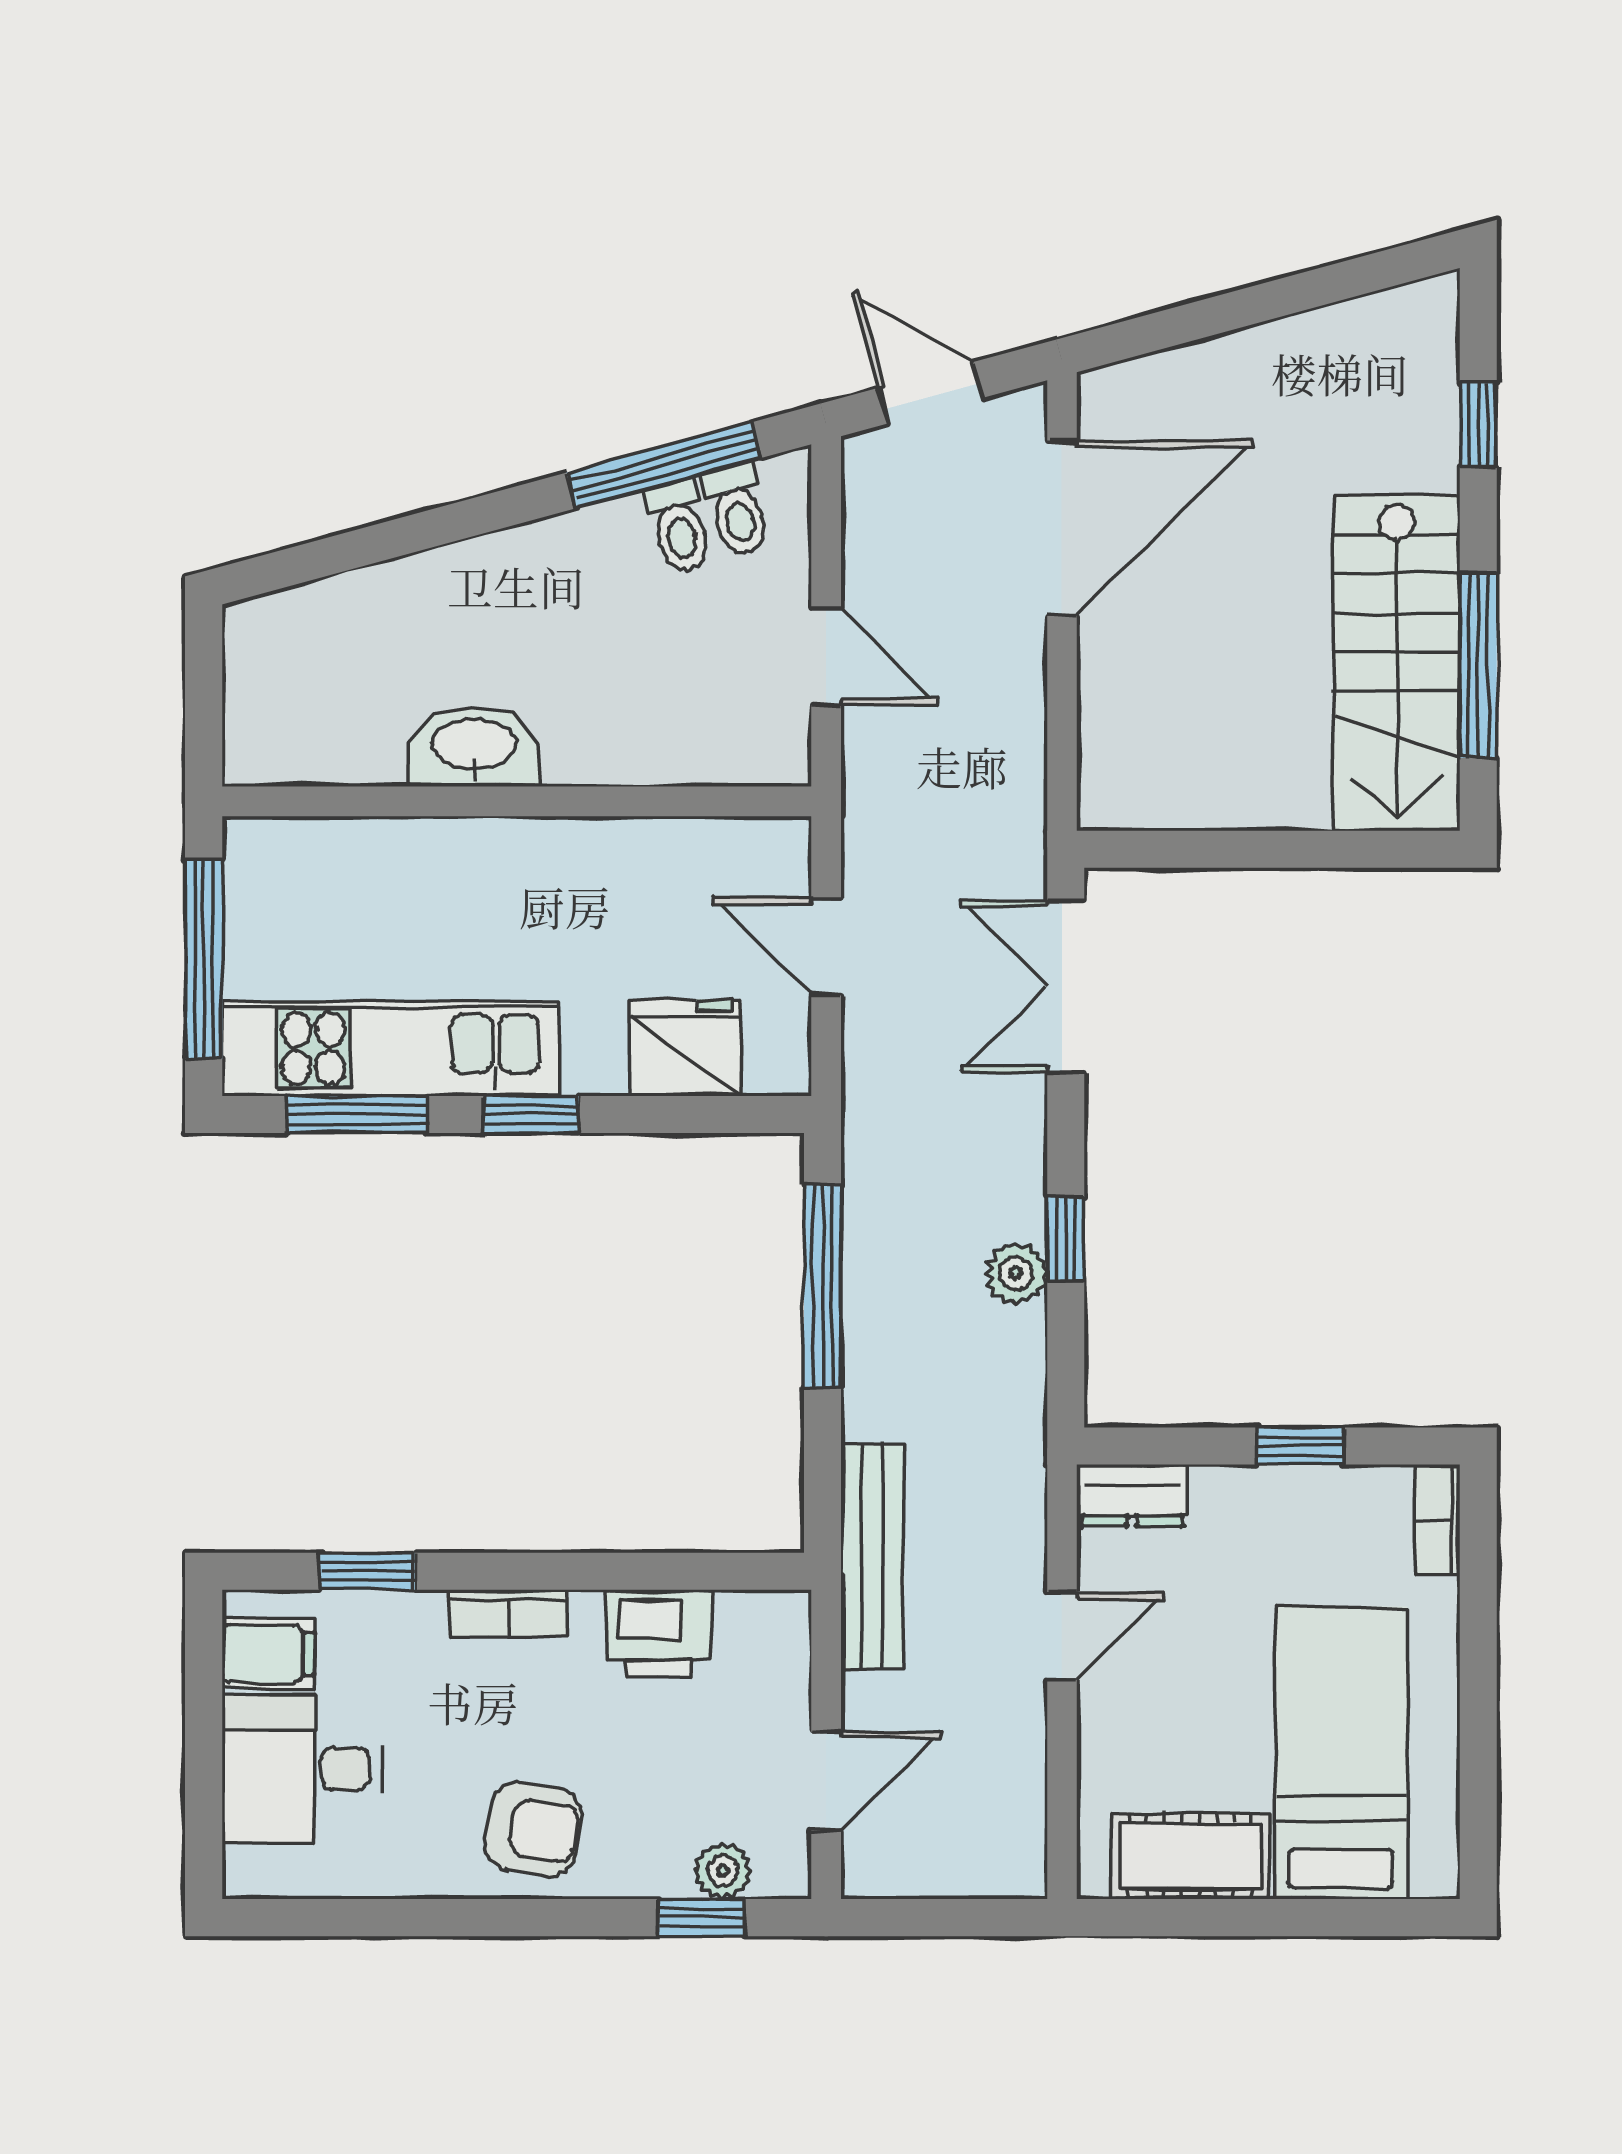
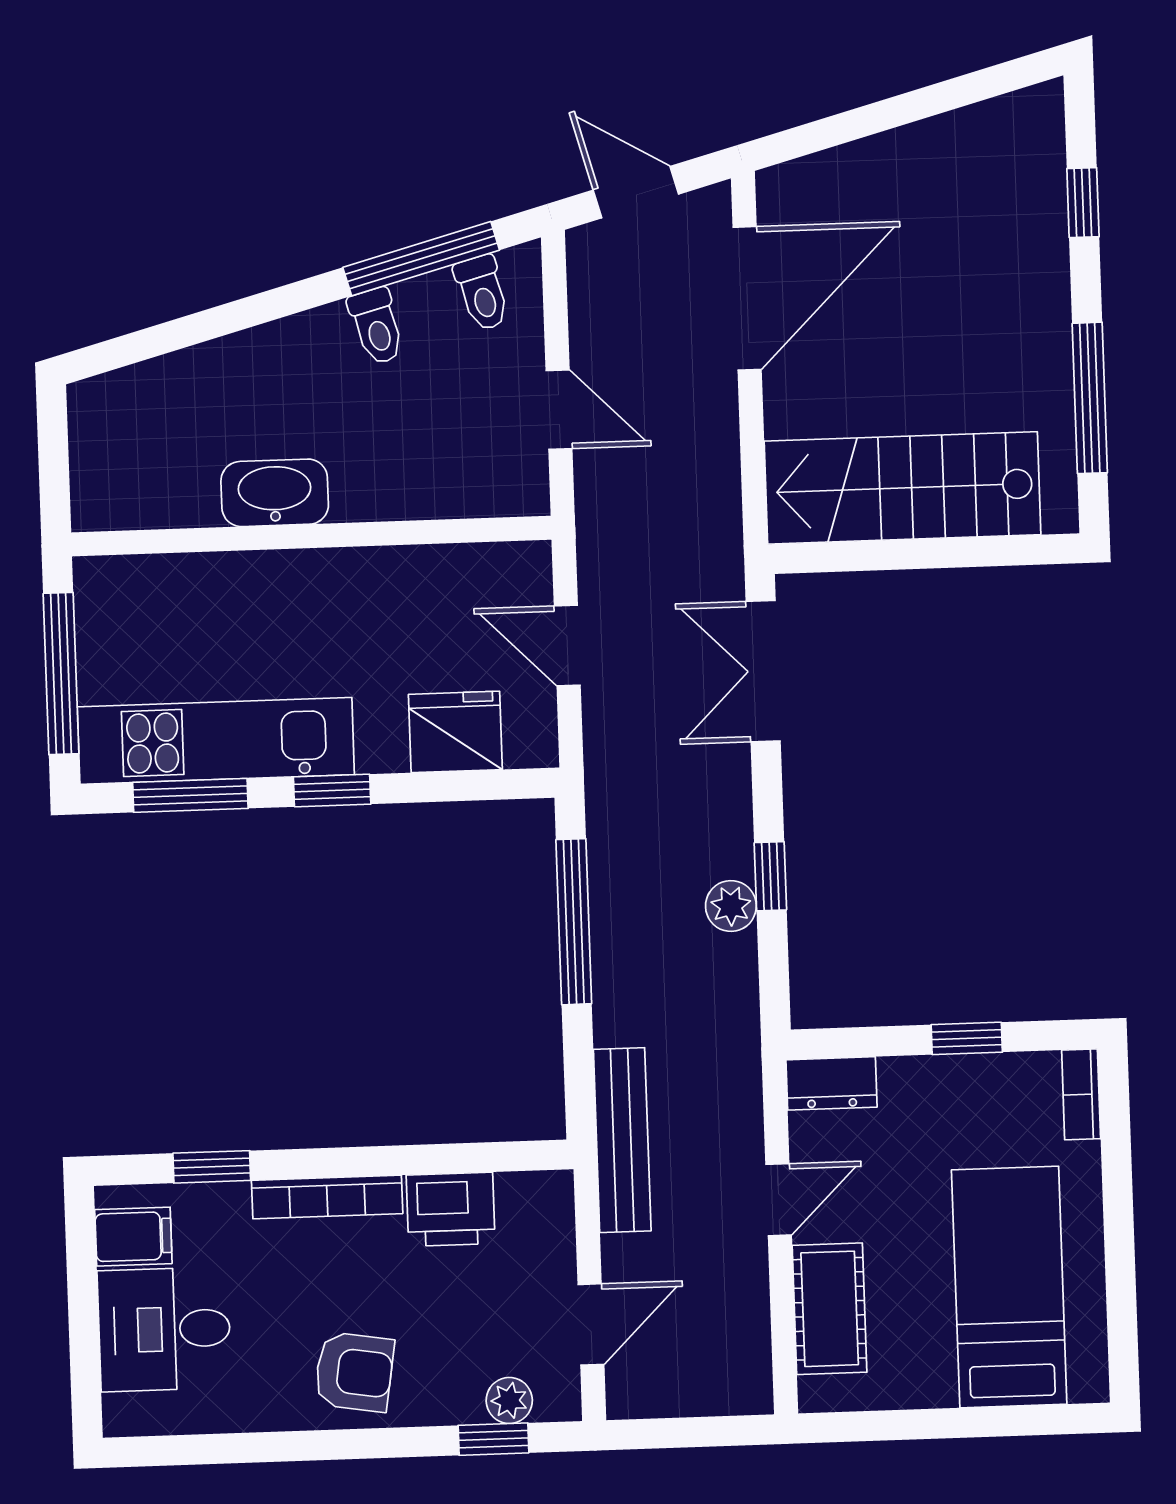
toilet: (679, 526) -> (377, 326), moved
stairs: (1397, 663) -> (903, 488), moved, turned 90
bookcase: (508, 1613) -> (327, 1197), width x1.56
cot: (1190, 1856) -> (830, 1309), moved, turned 90

